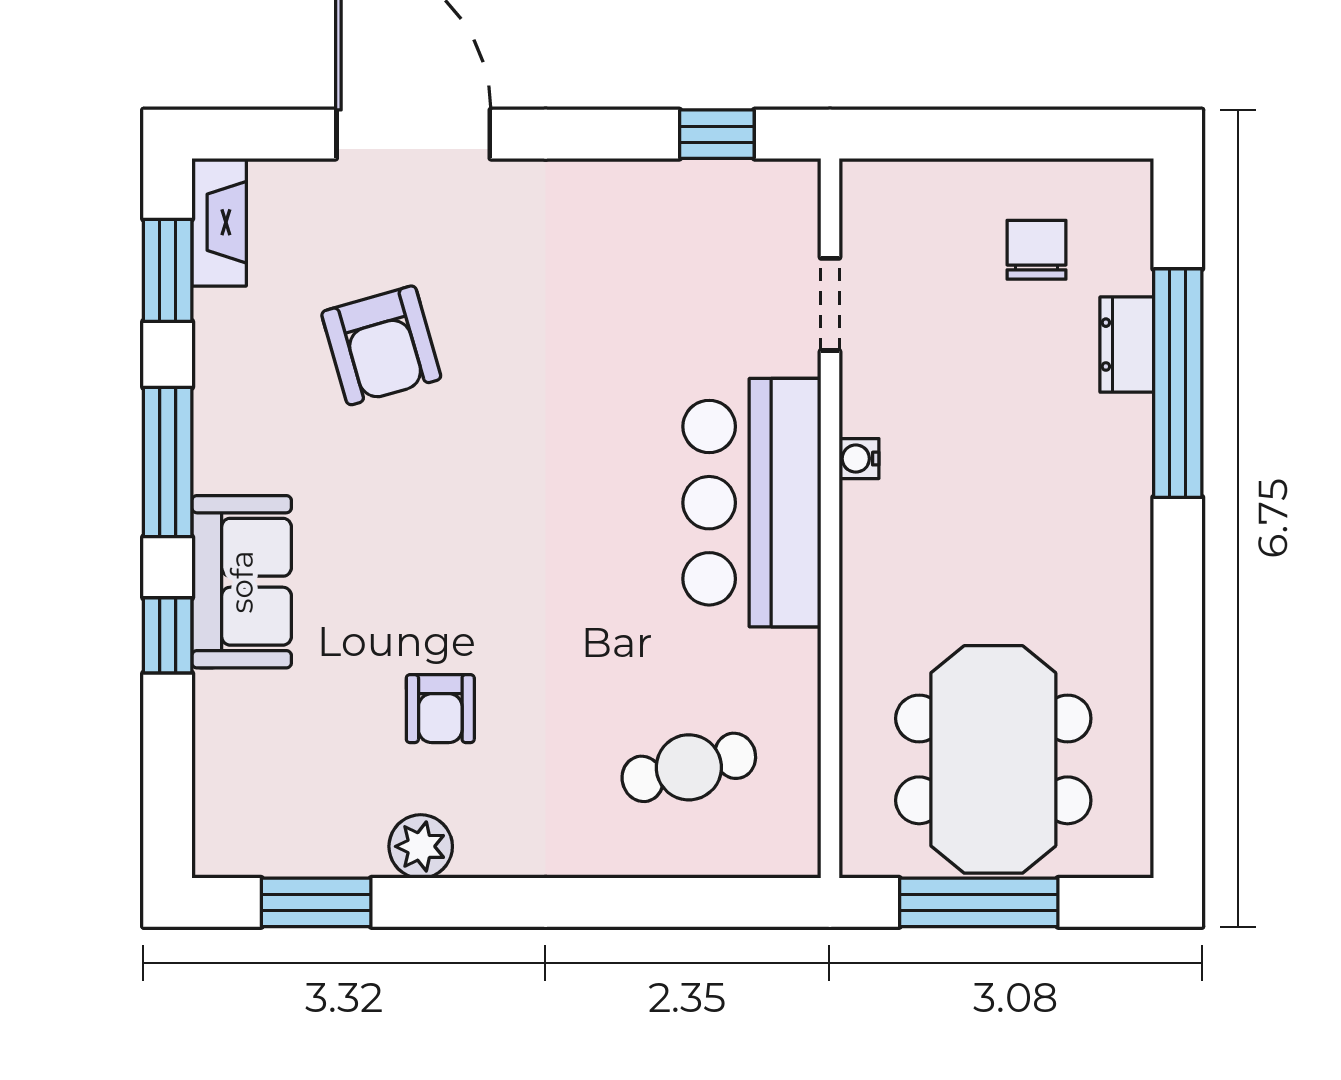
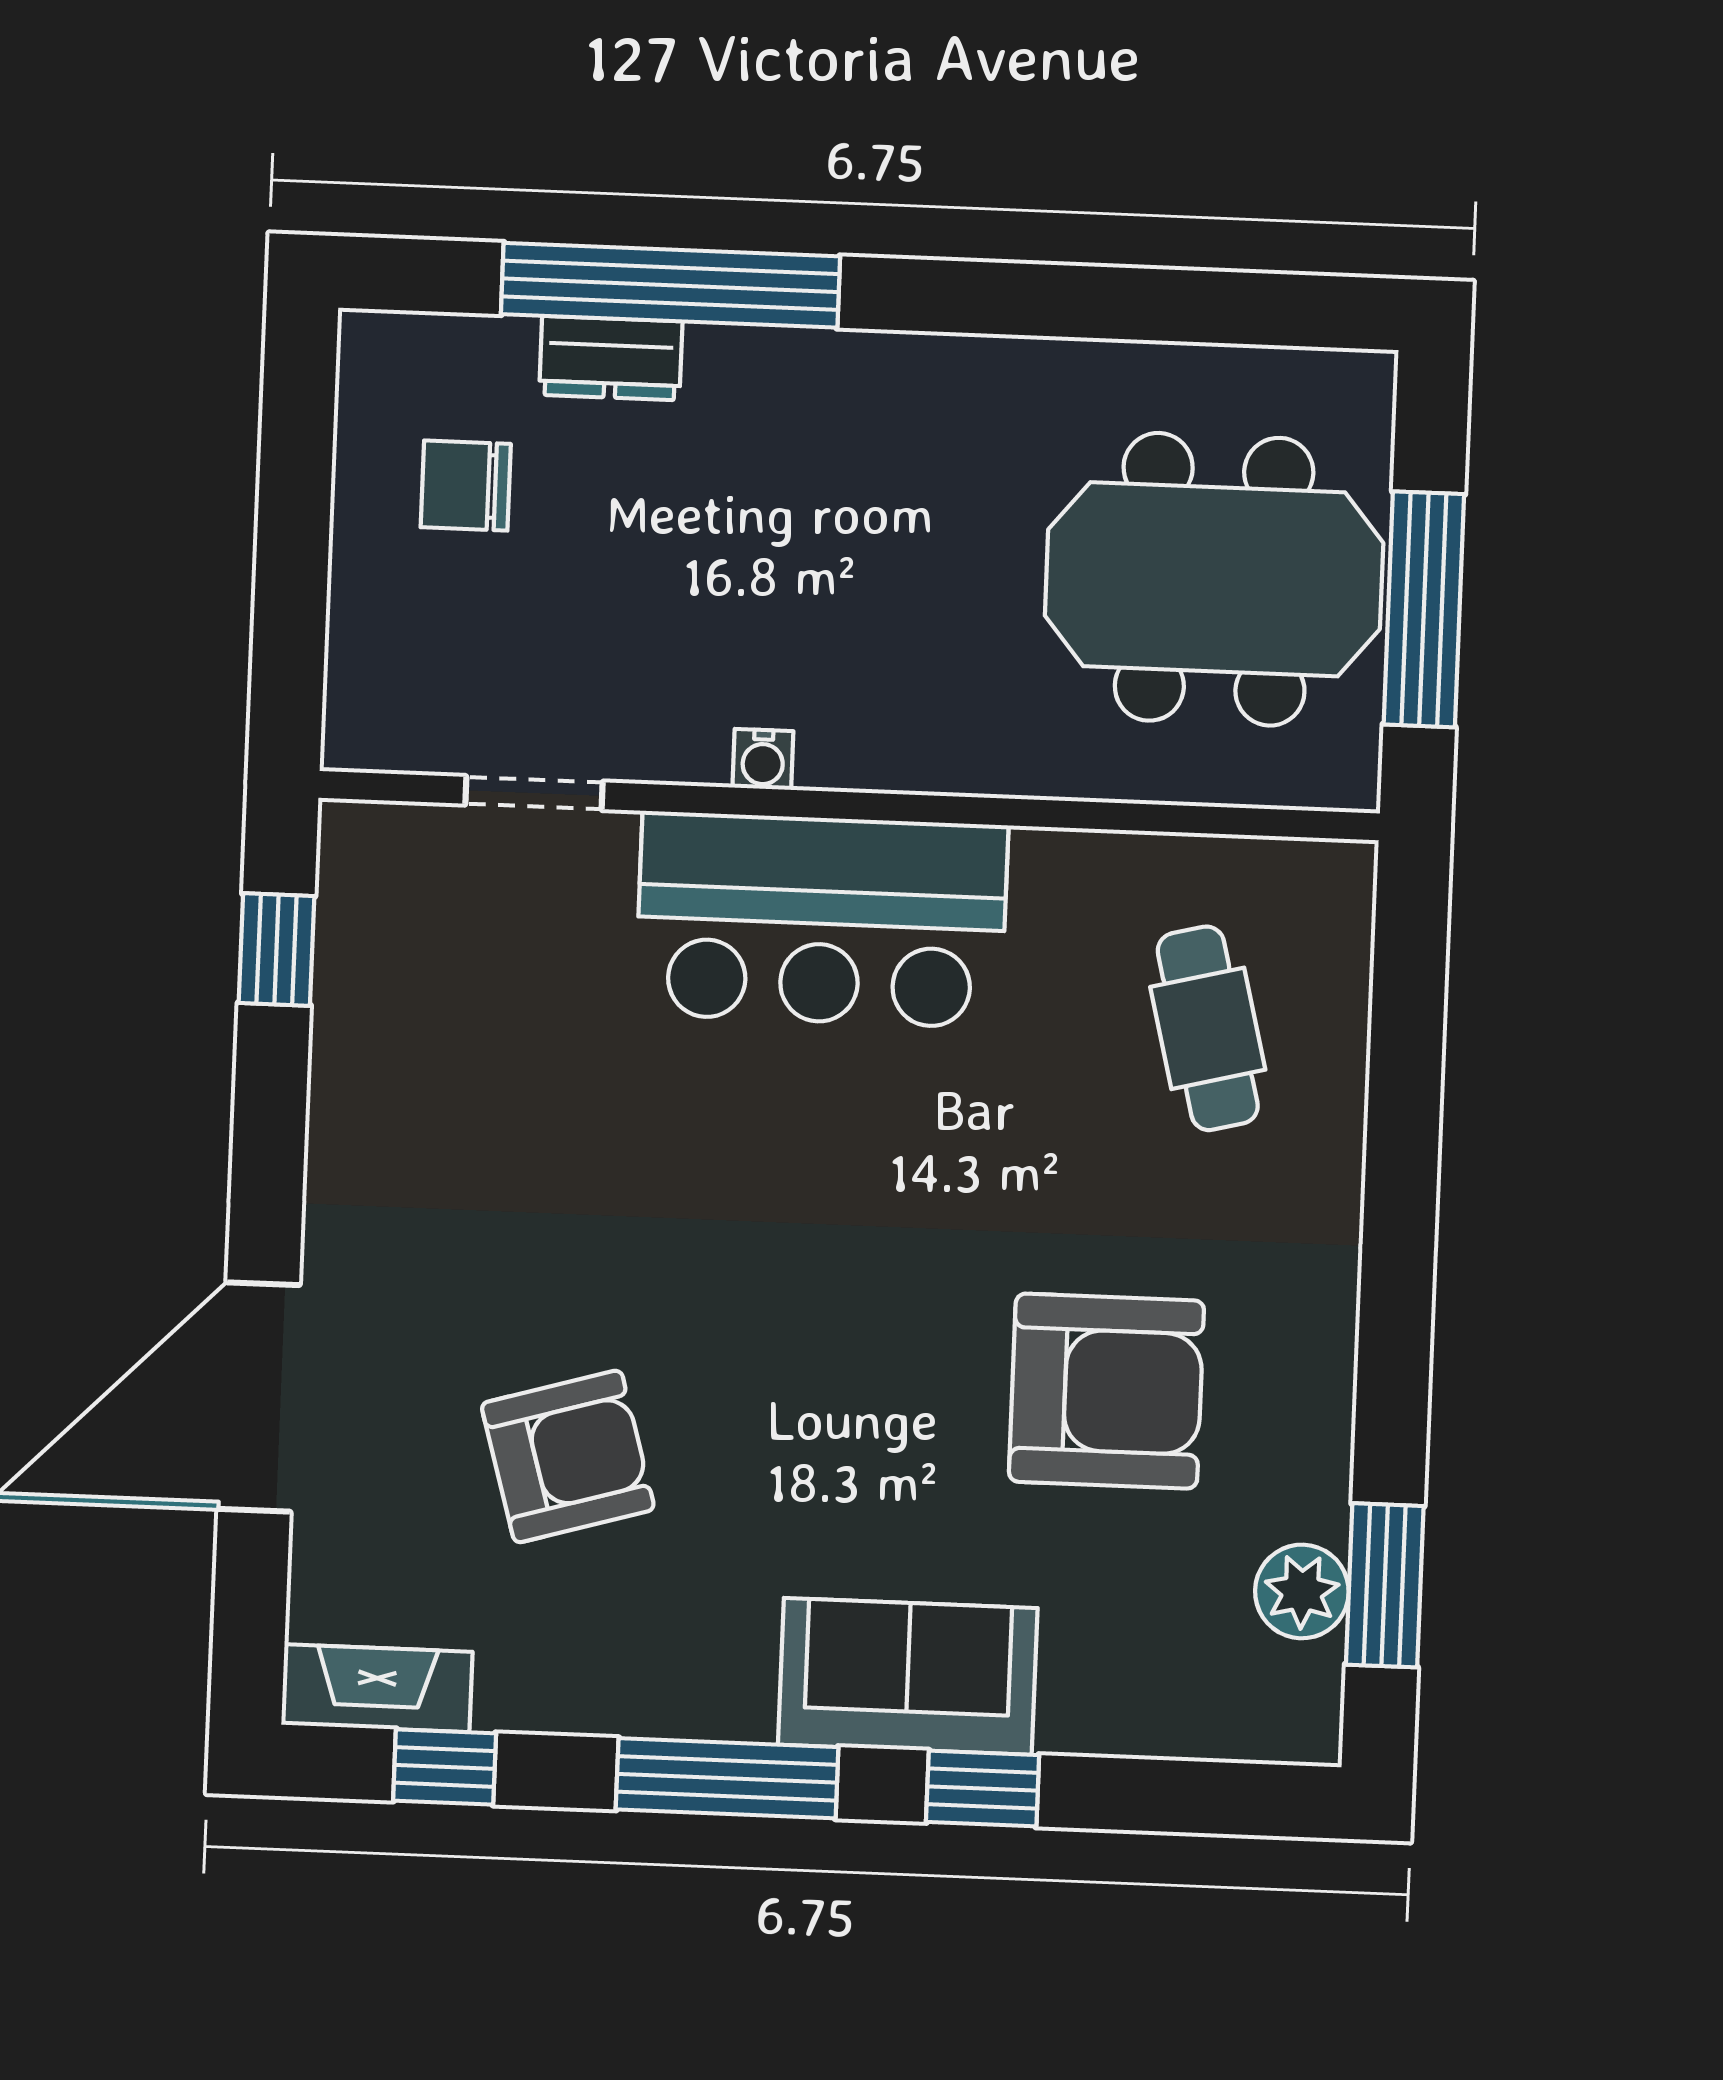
window: (168, 270) -> (445, 1767), width x0.67
armchair: (440, 709) -> (1106, 1391), width x1.88, depth x1.88
plant: (421, 846) -> (1302, 1591), moved

